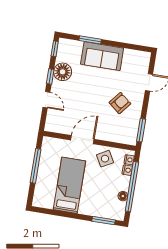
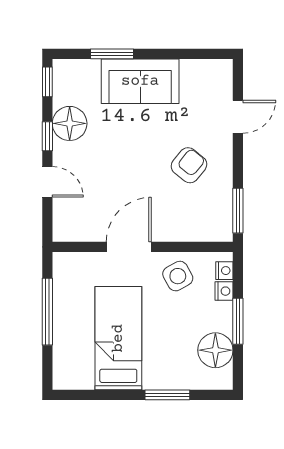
window: (132, 187) -> (238, 321), width x0.47
floor lamp: (123, 196) -> (215, 350), width x1.89, depth x1.89
window: (104, 221) -> (167, 395), moved

